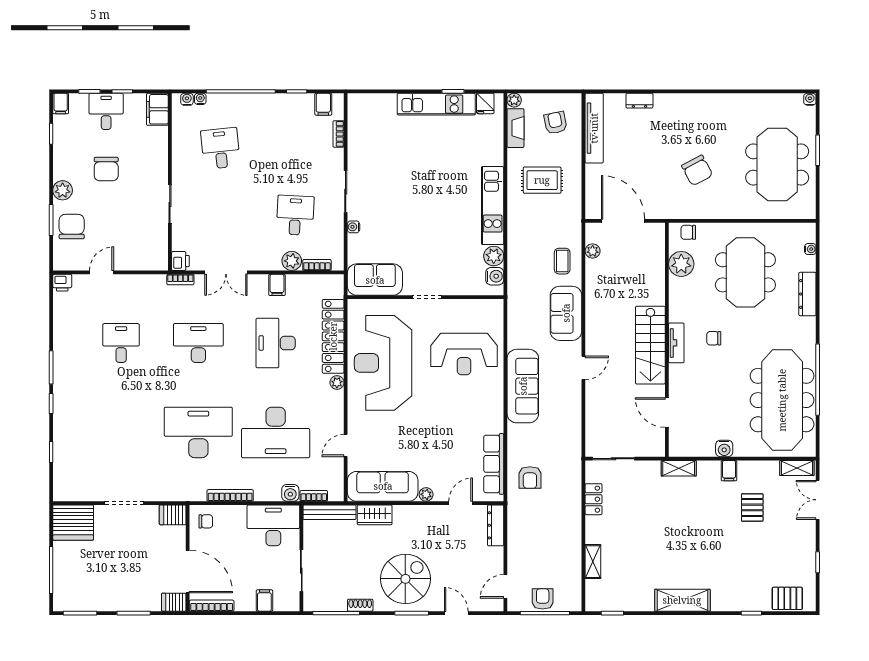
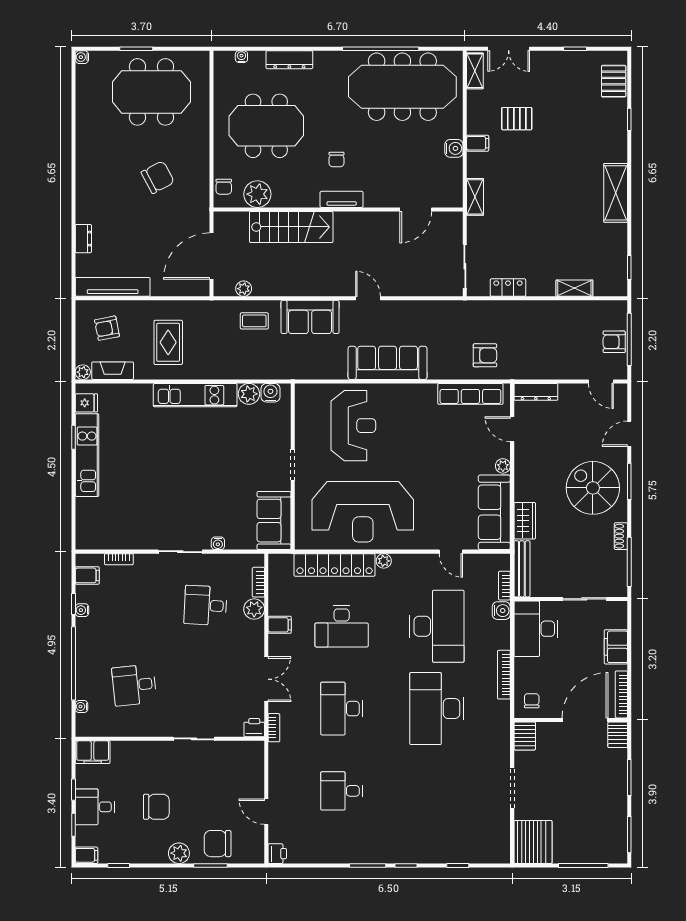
water cooler: (187, 99) -> (82, 610), moved
stairs: (650, 345) -> (291, 227), moved
filing cabinet: (264, 600) -> (616, 647), width x2.00

